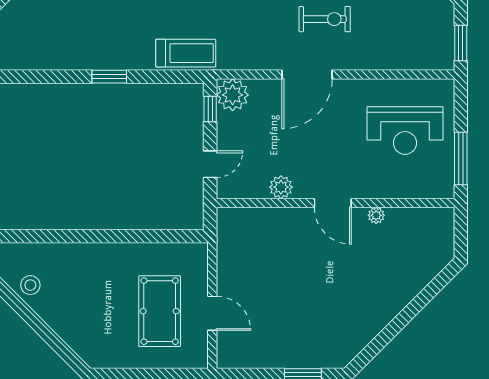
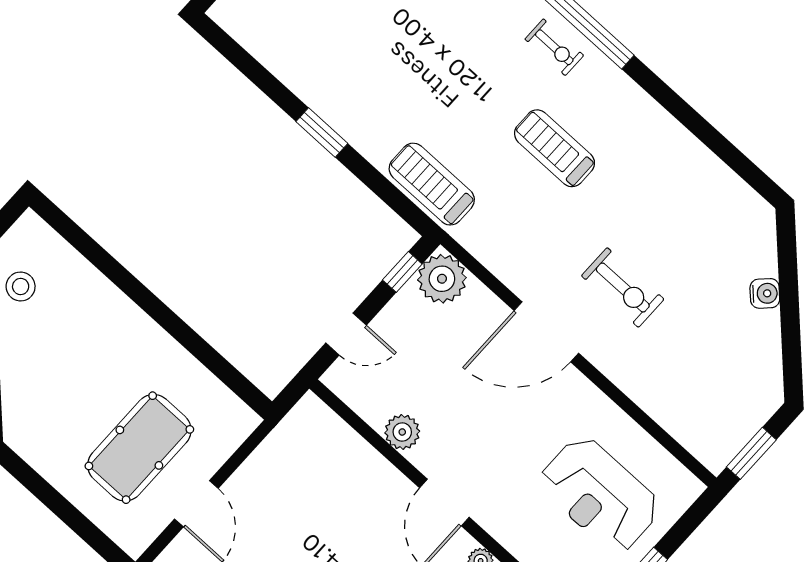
treadmill: (186, 53) -> (432, 184), turned 180

